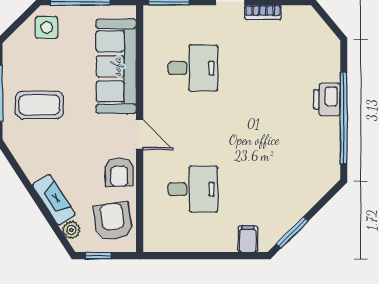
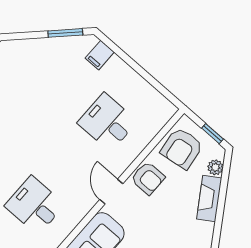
armchair: (119, 172) -> (148, 178), turned 90

